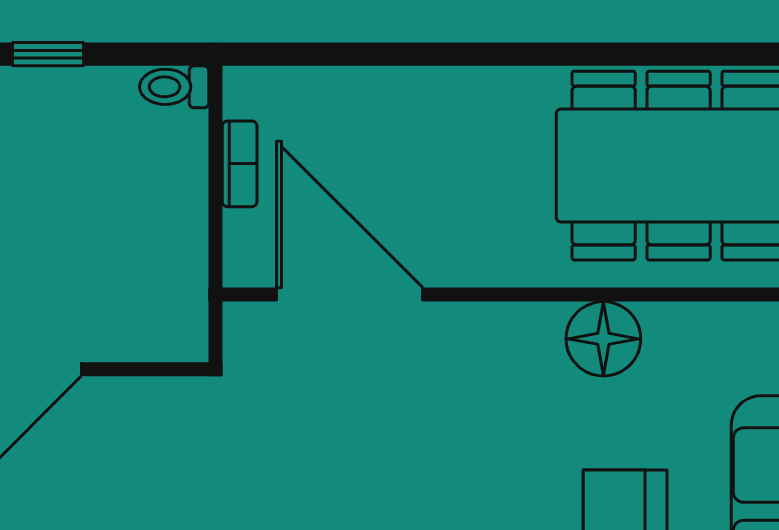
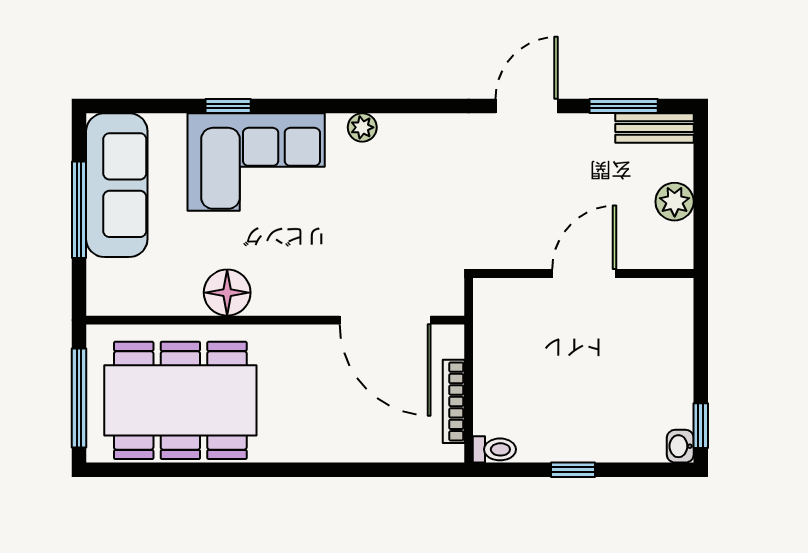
bookcase: (240, 164) -> (454, 401), width x1.56

